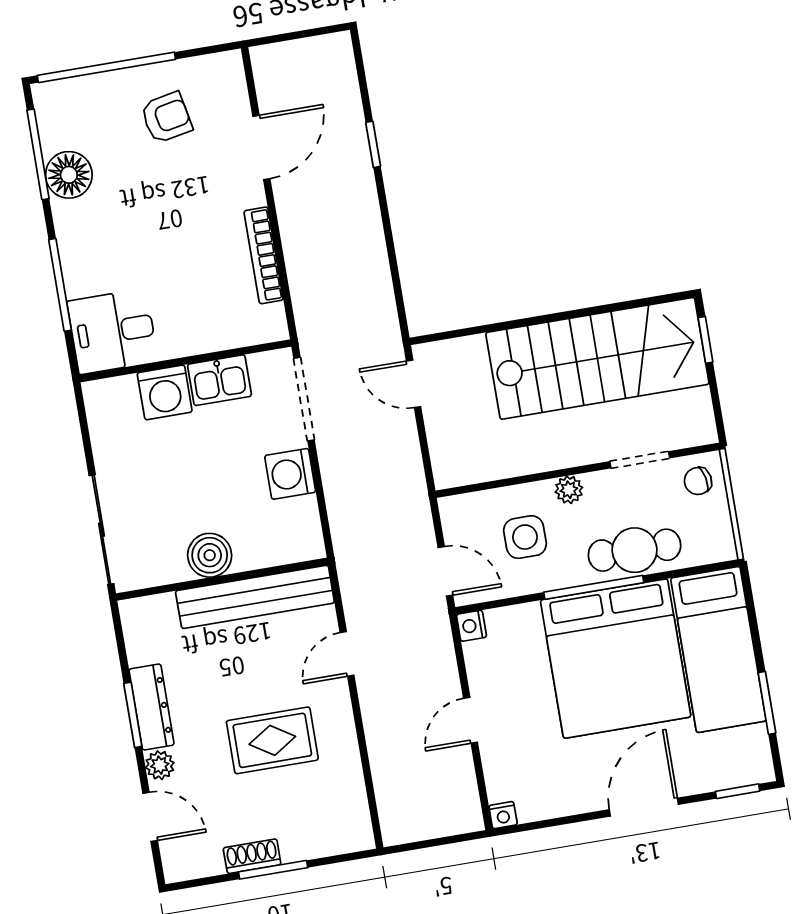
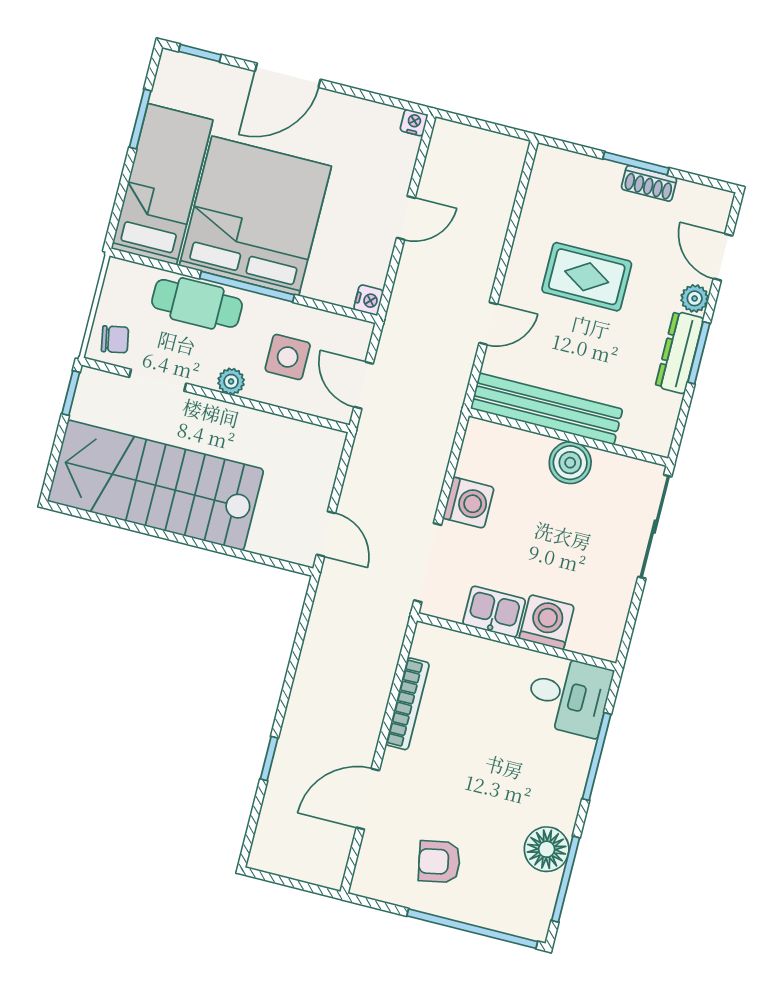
window: (705, 340) -> (71, 393), moved
door: (445, 571) -> (364, 385), moved

